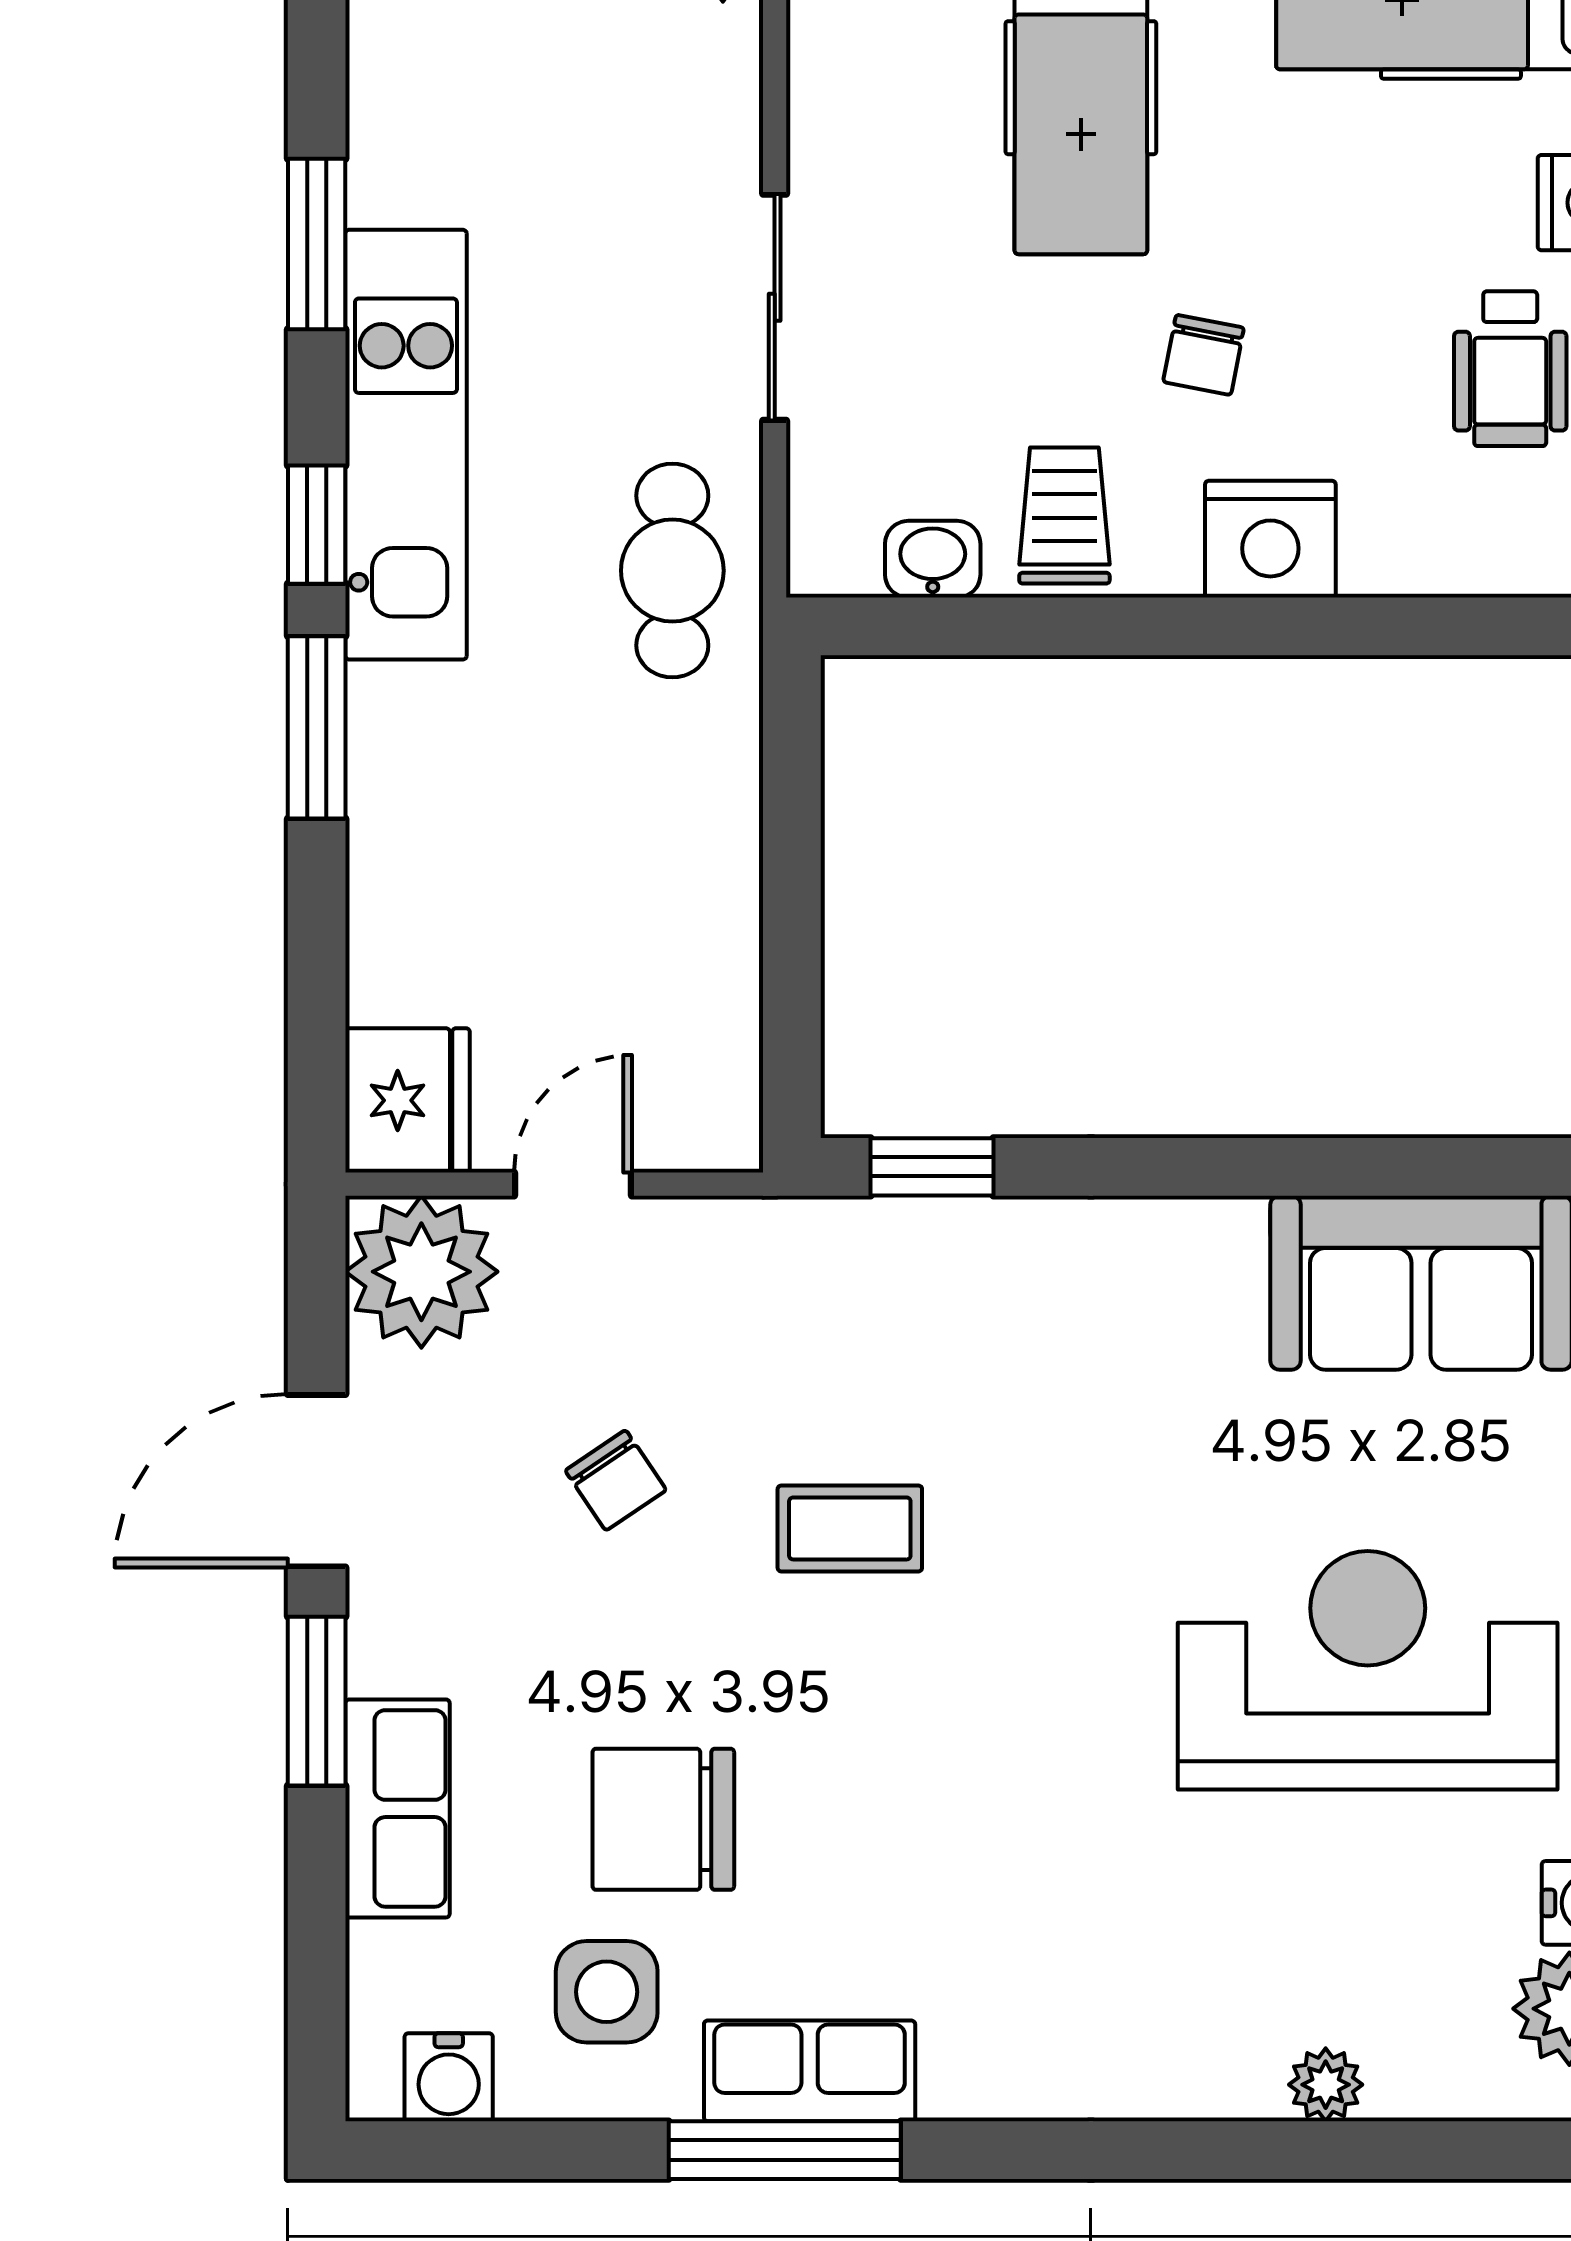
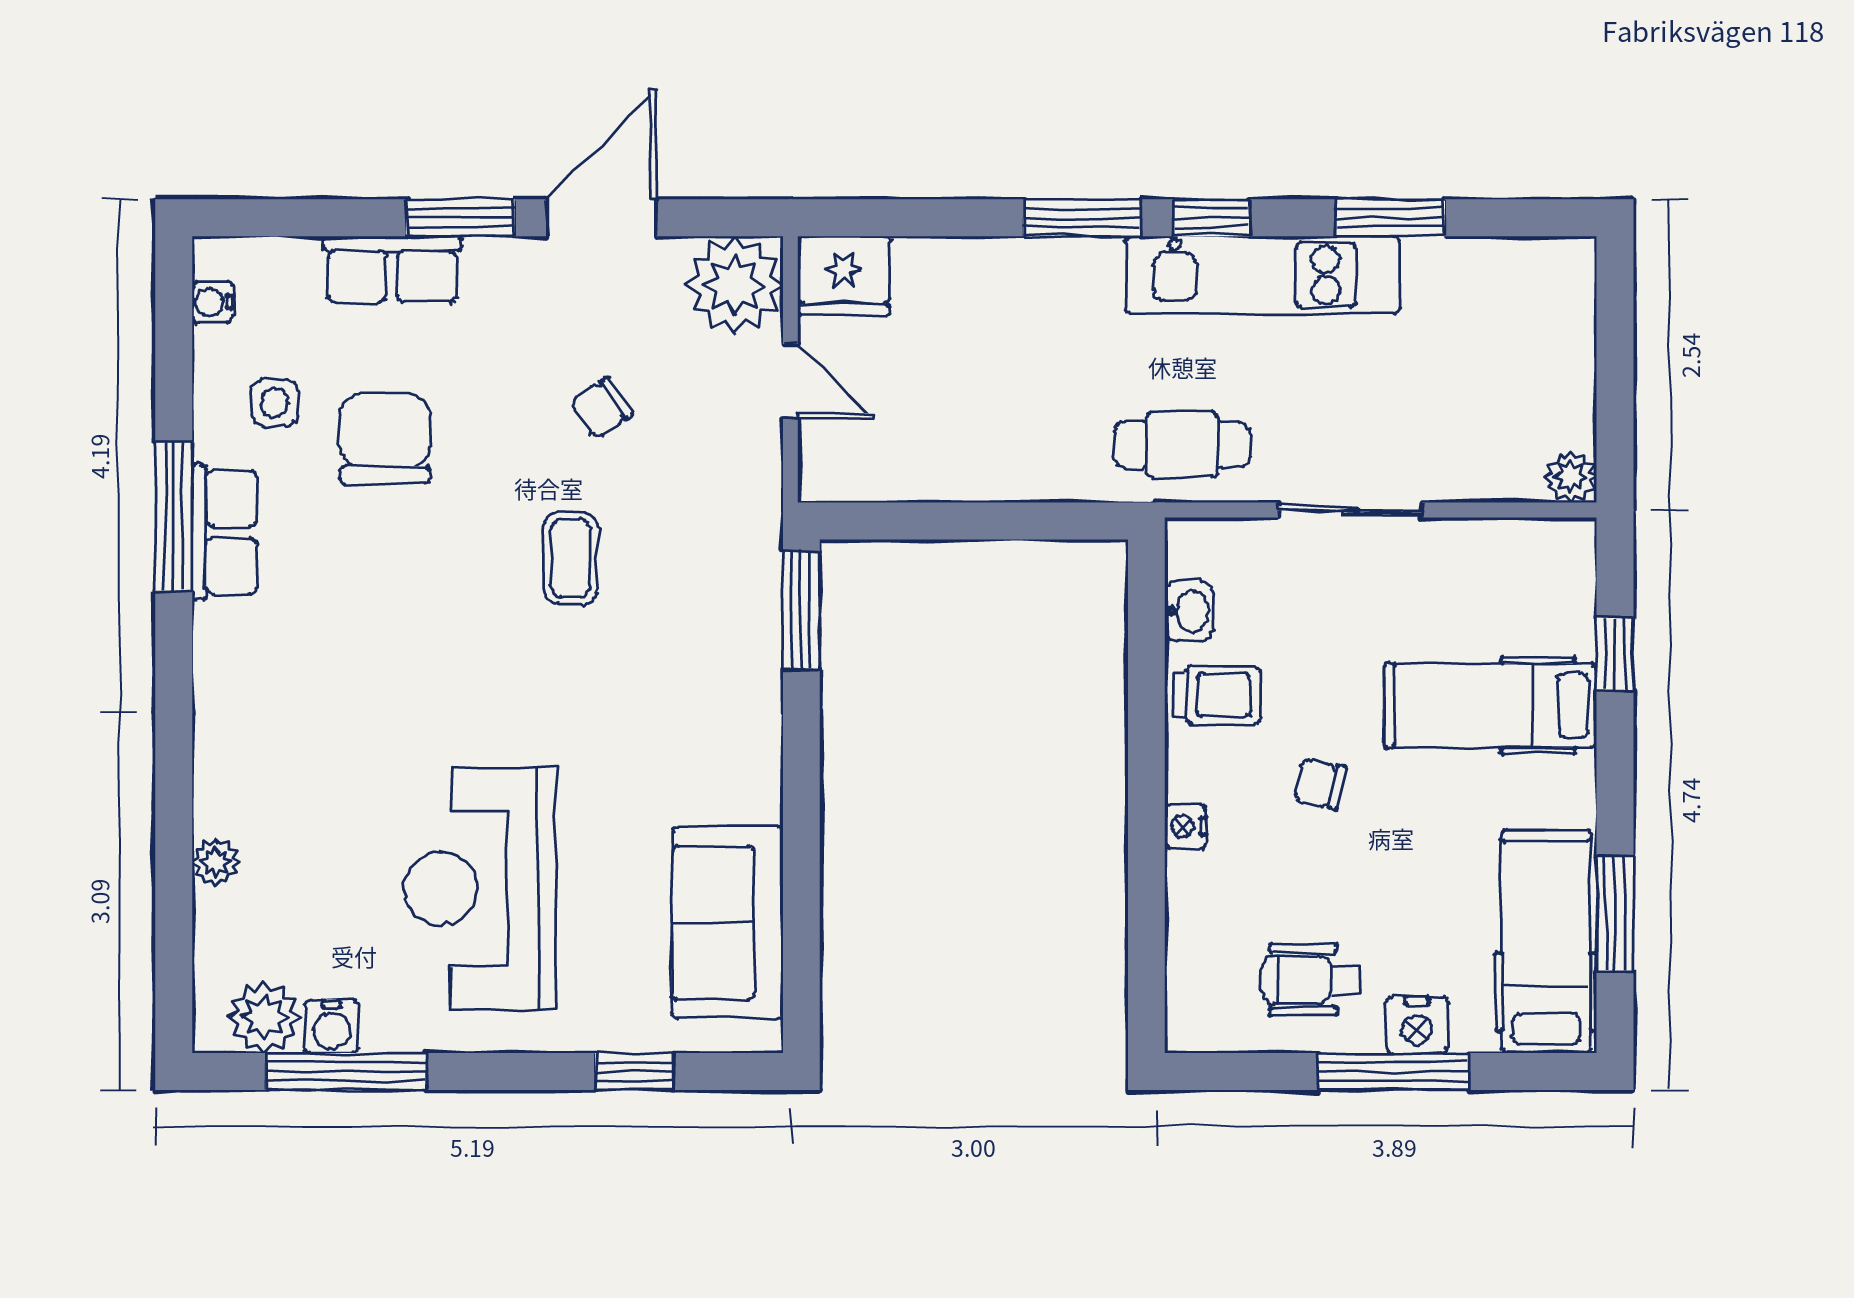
nightstand: (1270, 539) -> (1186, 826), width x0.53, depth x0.56
window: (932, 1167) -> (801, 611), width x1.50
door: (317, 1481) -> (601, 218), hinge flipped
reception desk: (1368, 1670) -> (480, 889), turned 180
side table: (607, 1992) -> (275, 403), width x0.73, depth x0.73
water cooler: (449, 2077) -> (212, 302), width x0.72, depth x0.72

